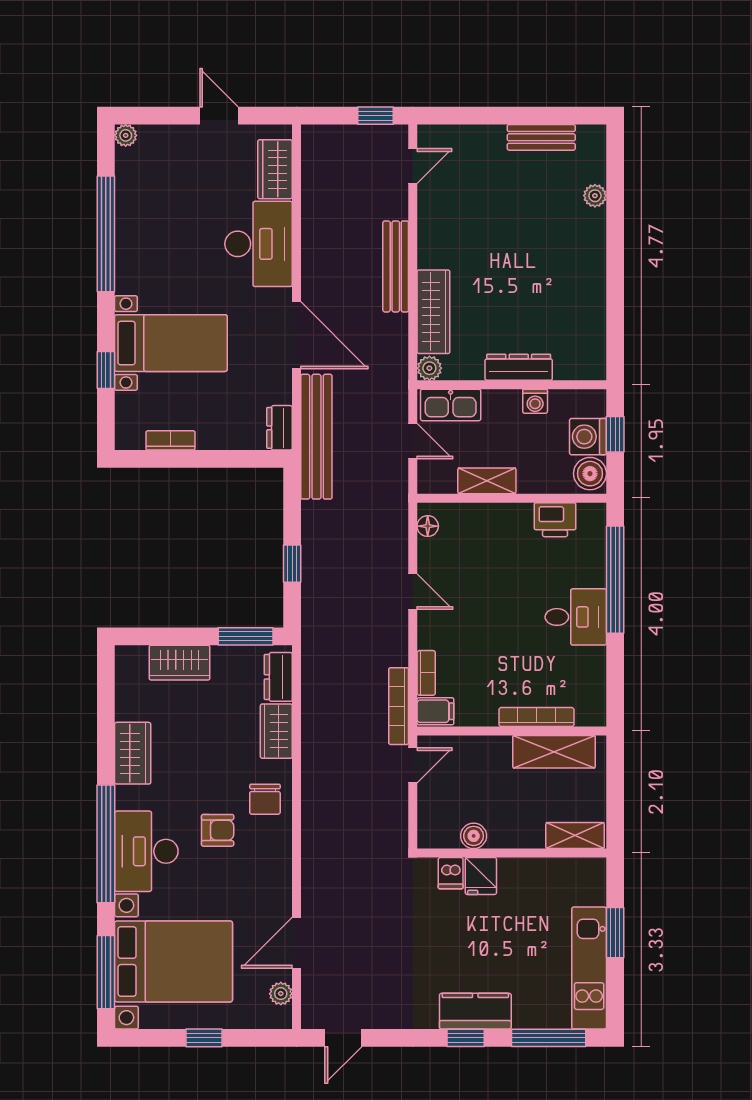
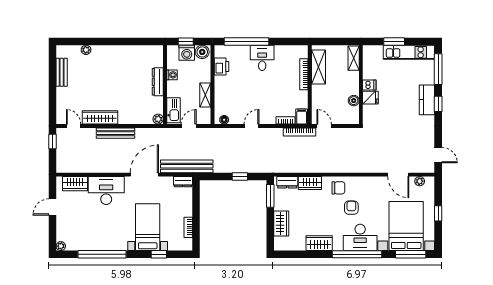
wardrobe: (433, 312) -> (100, 117), moved
dishwasher: (451, 873) -> (369, 85), moved

